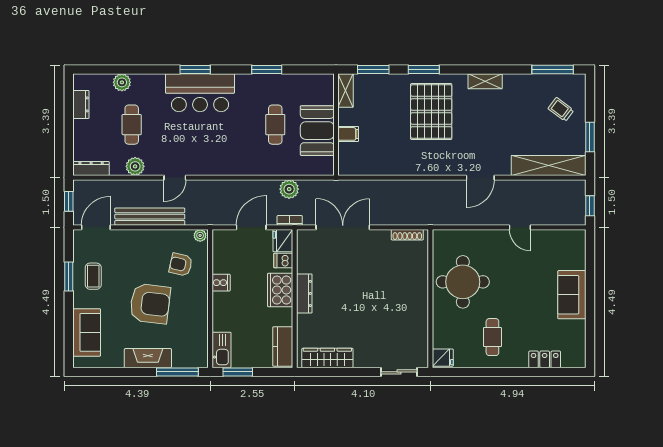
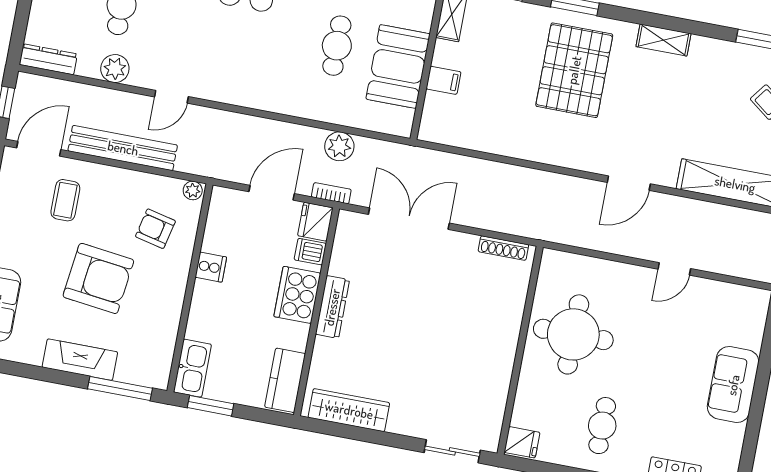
door: (520, 227) -> (674, 269), hinge flipped
coffee table: (93, 276) -> (65, 200), moved

